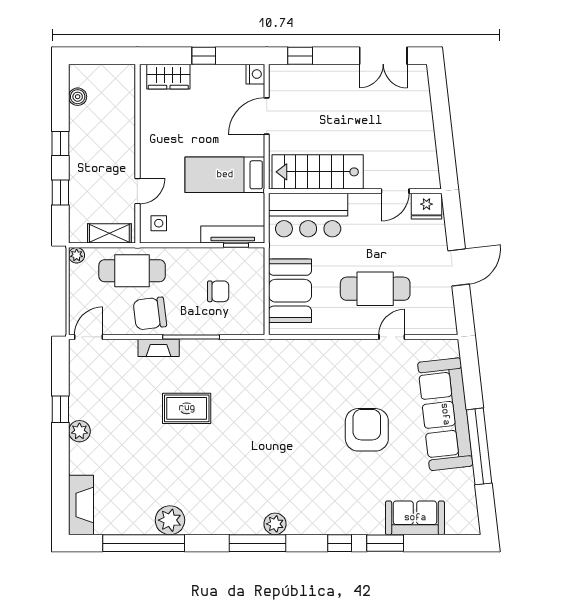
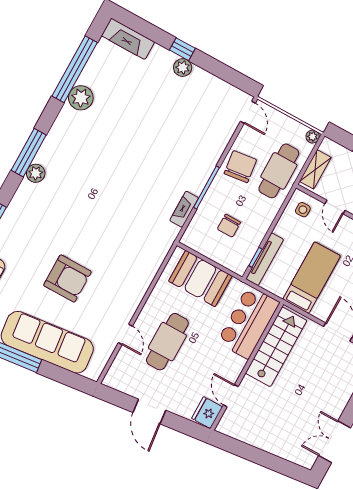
fireplace: (159, 348) -> (184, 209), moved
rug: (187, 408) -> (156, 155), removed
window: (60, 409) -> (182, 49), moved

